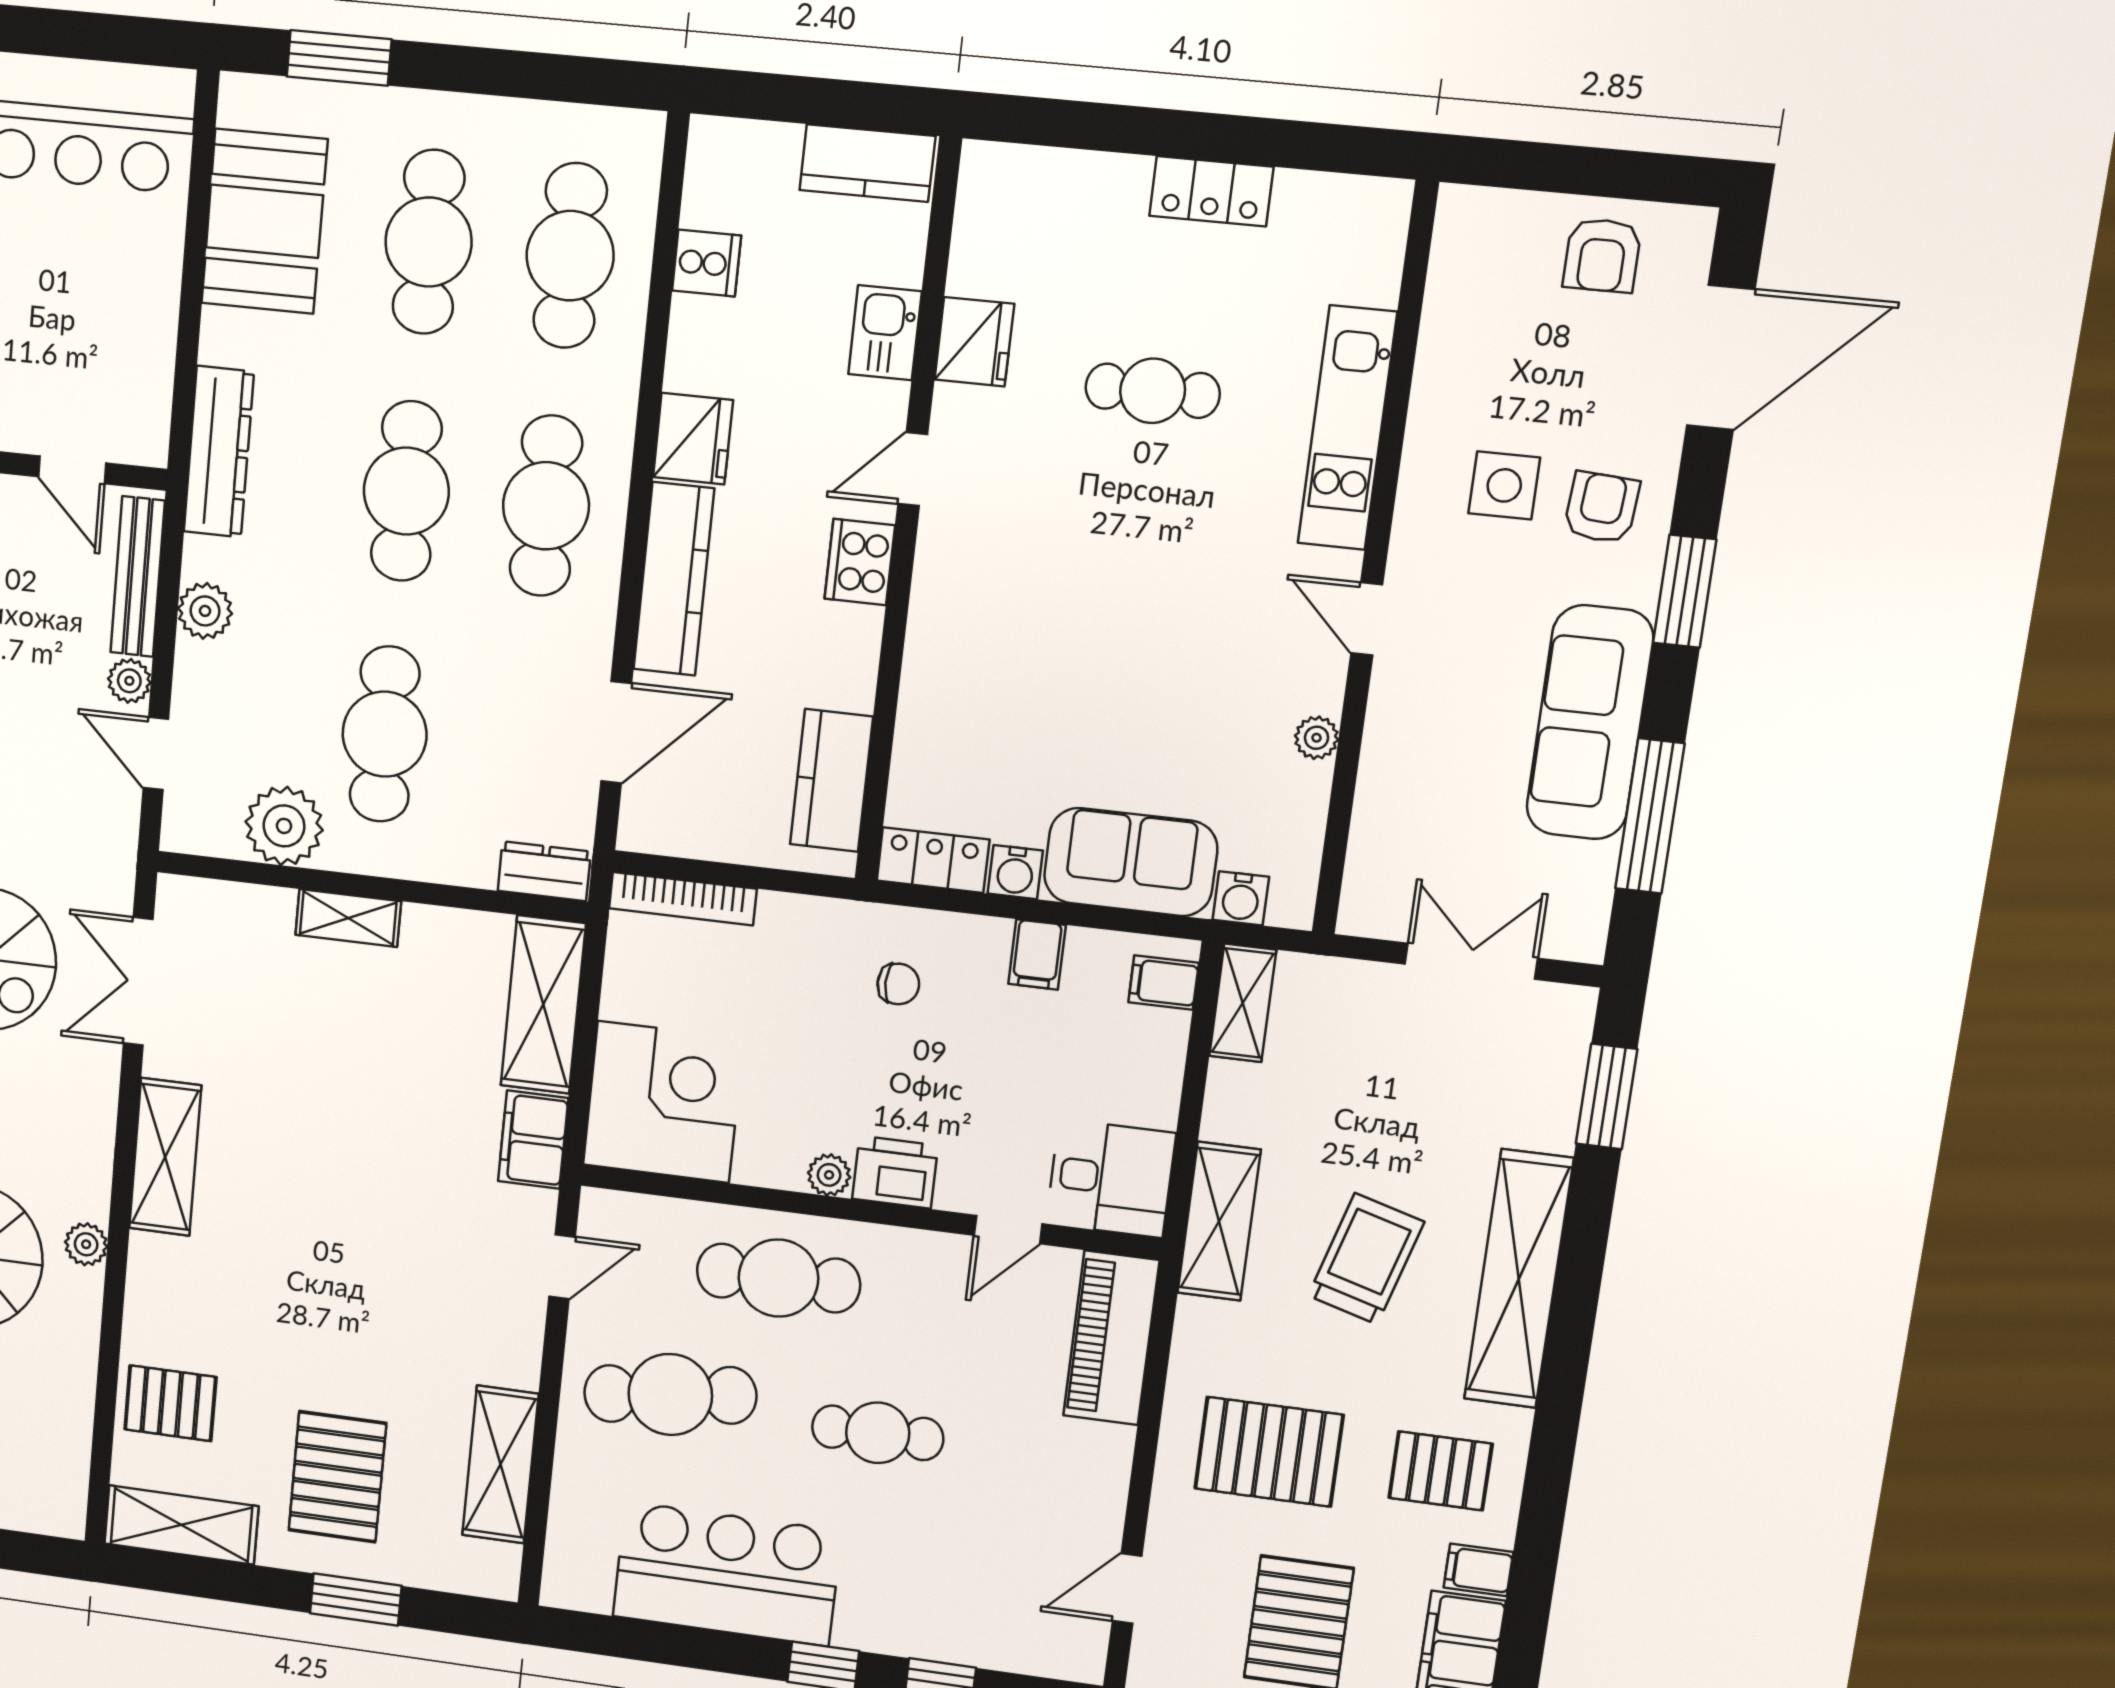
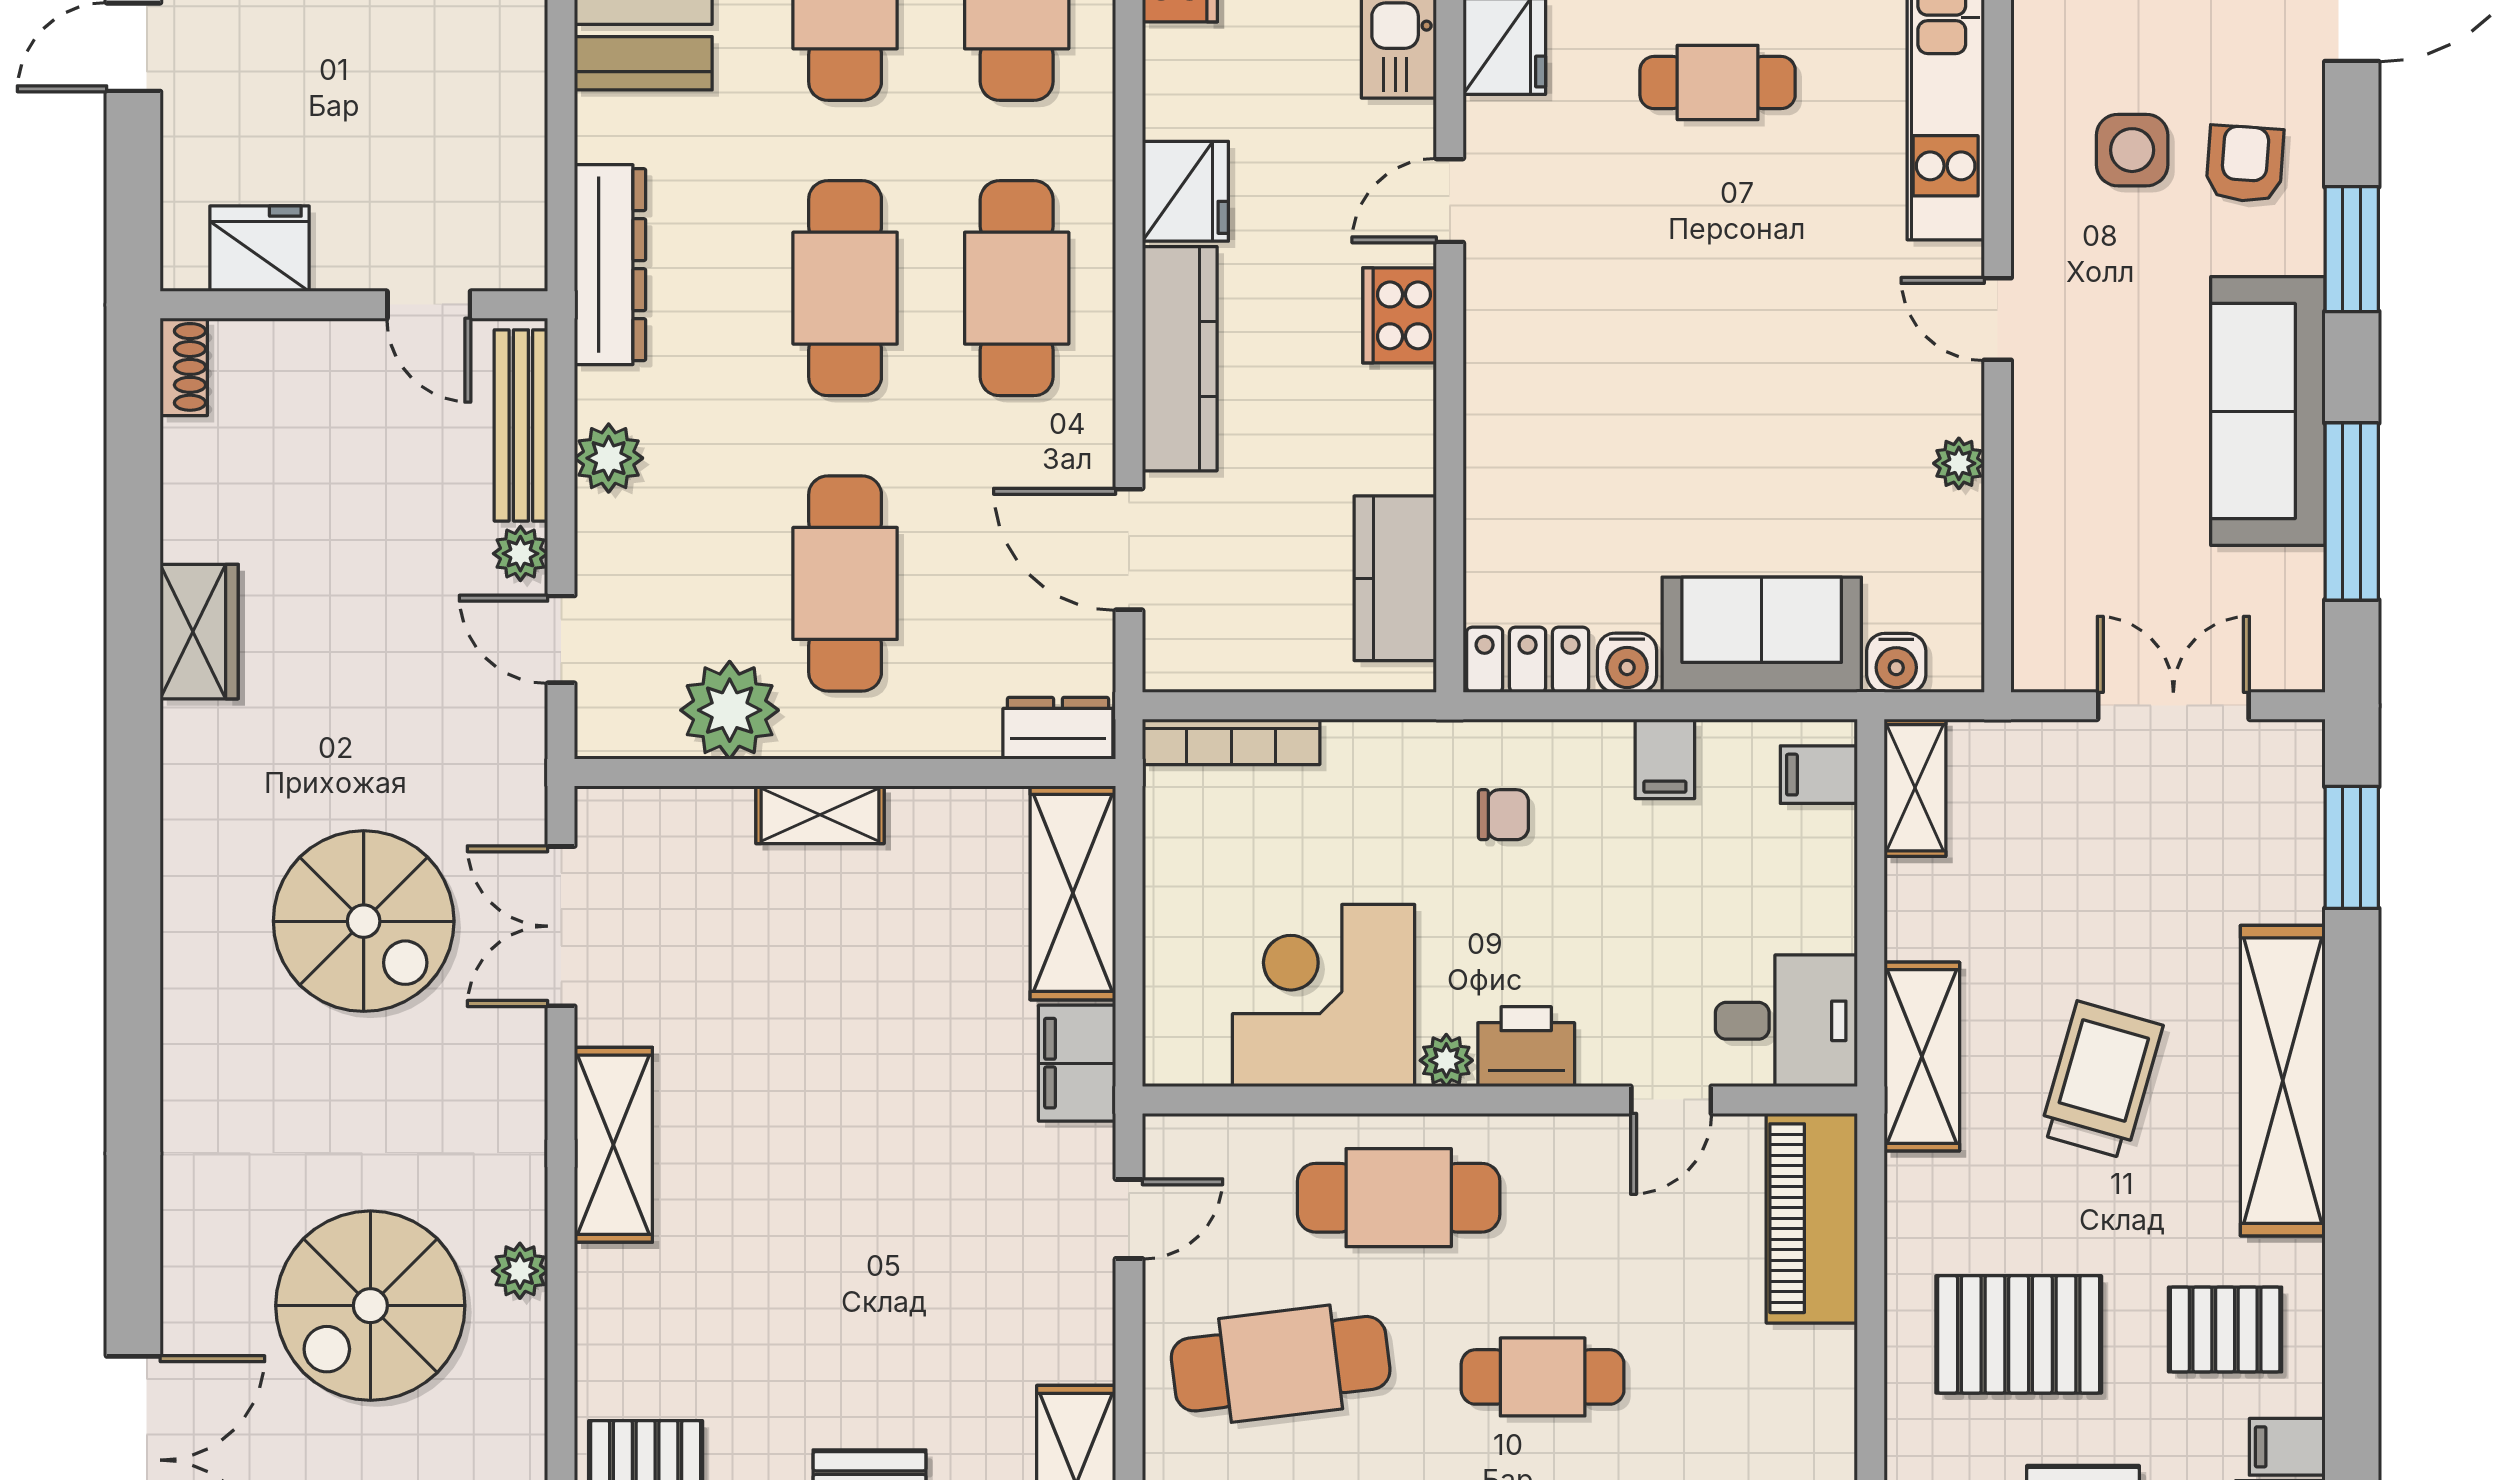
door: (616, 732) -> (1129, 549), swing flipped
corner desk: (663, 1102) -> (1324, 996), moved, turned -90

